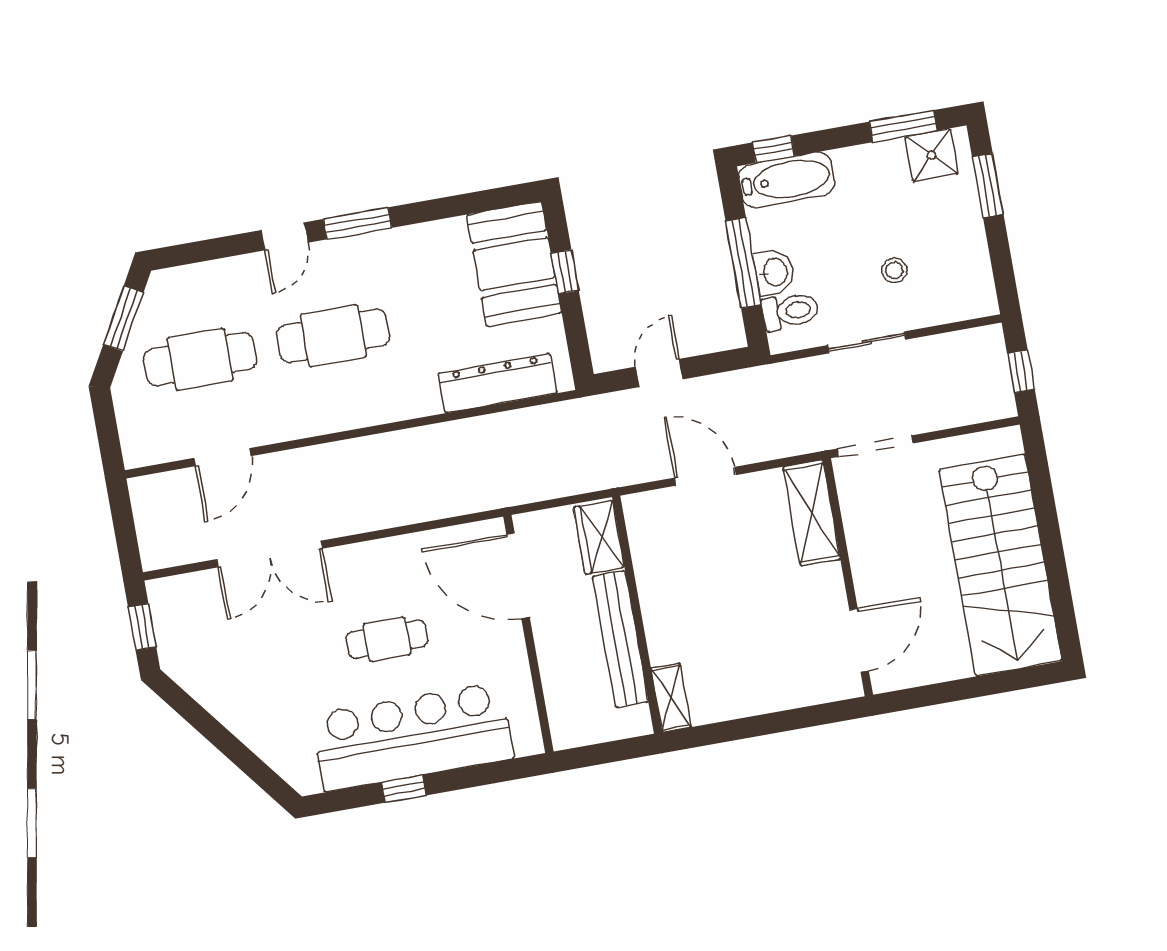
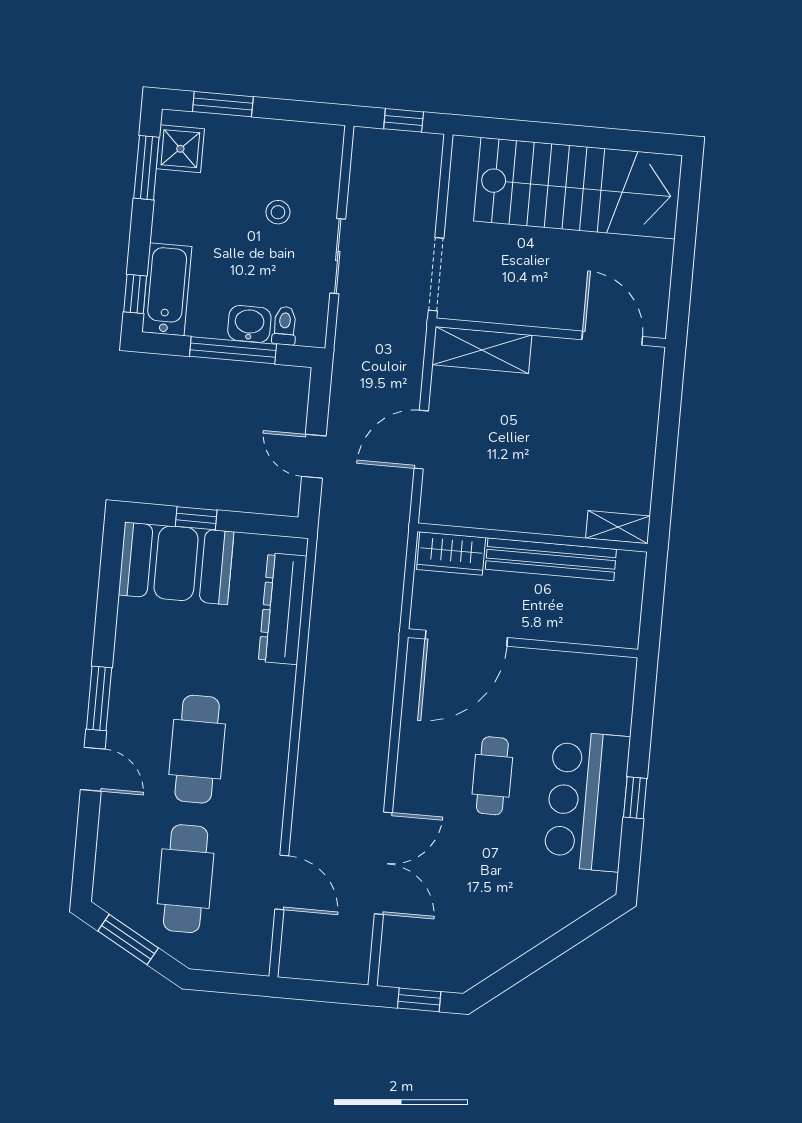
toilet: (791, 311) -> (285, 326), width x0.73, depth x0.72
bar counter: (413, 737) -> (587, 801), width x0.73

